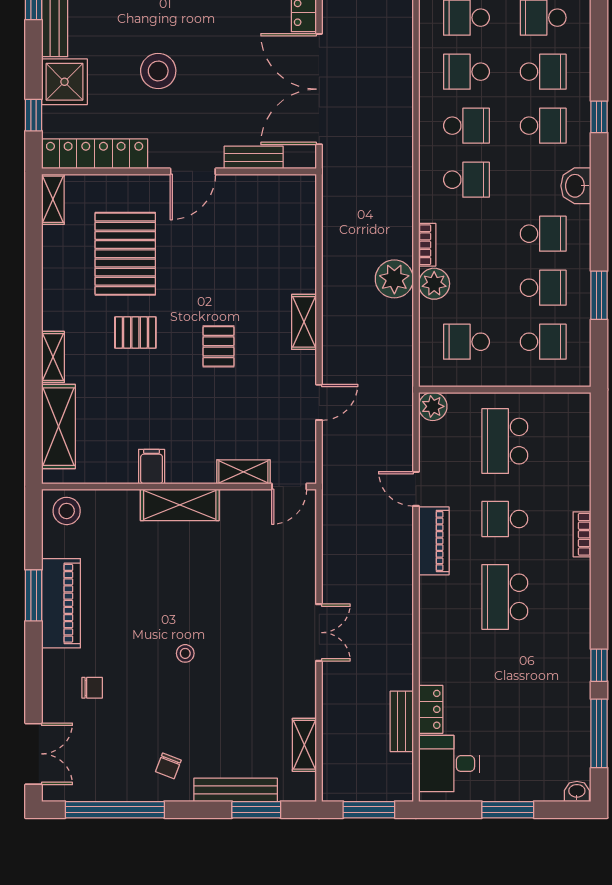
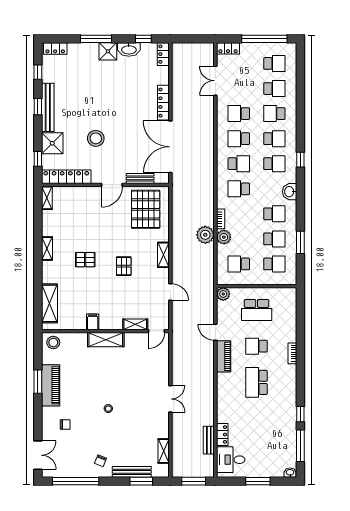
school desk: (466, 180) -> (239, 189), turned 180
pallet: (125, 254) -> (146, 209), moved
shelving: (53, 357) -> (47, 249), moved
door: (319, 402) -> (170, 292), hinge flipped
school desk: (505, 441) -> (257, 310), turned -90

